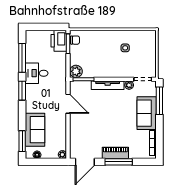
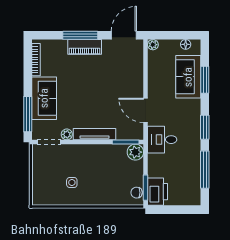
desk: (37, 73) -> (162, 140), moved, turned 180
window: (22, 141) -> (205, 80), moved

